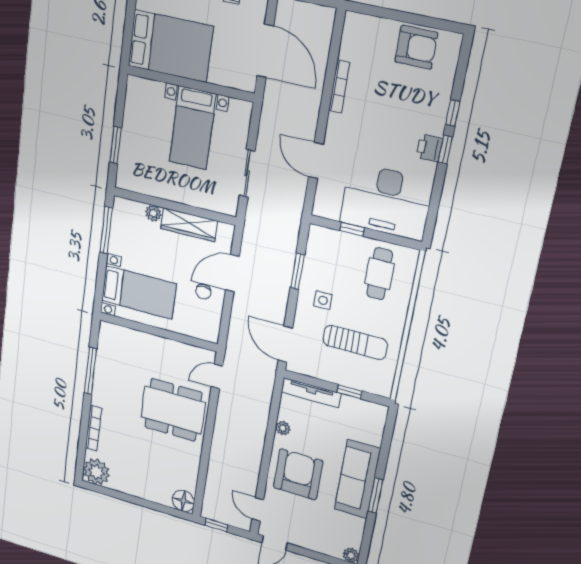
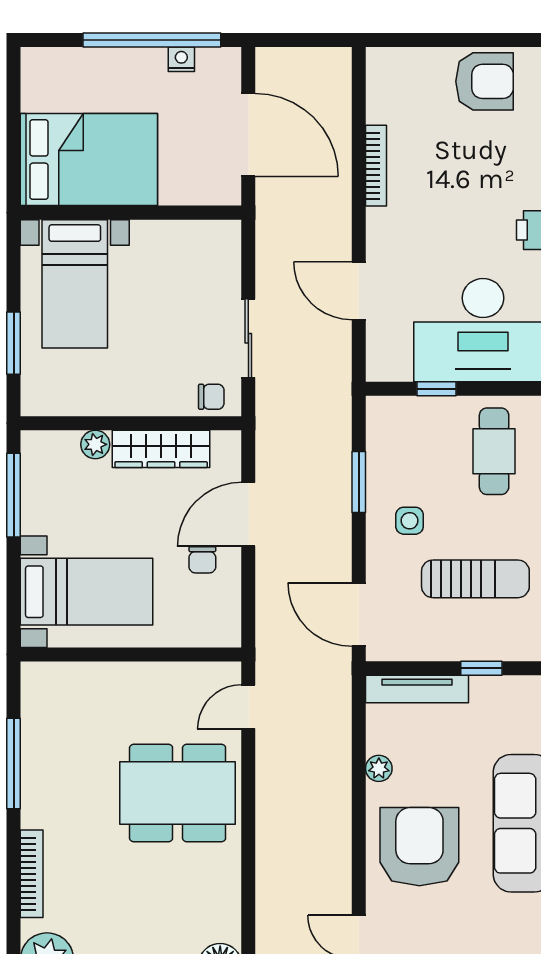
bed with nightstands: (193, 128) -> (75, 284), moved
chair: (221, 202) -> (211, 397), added

